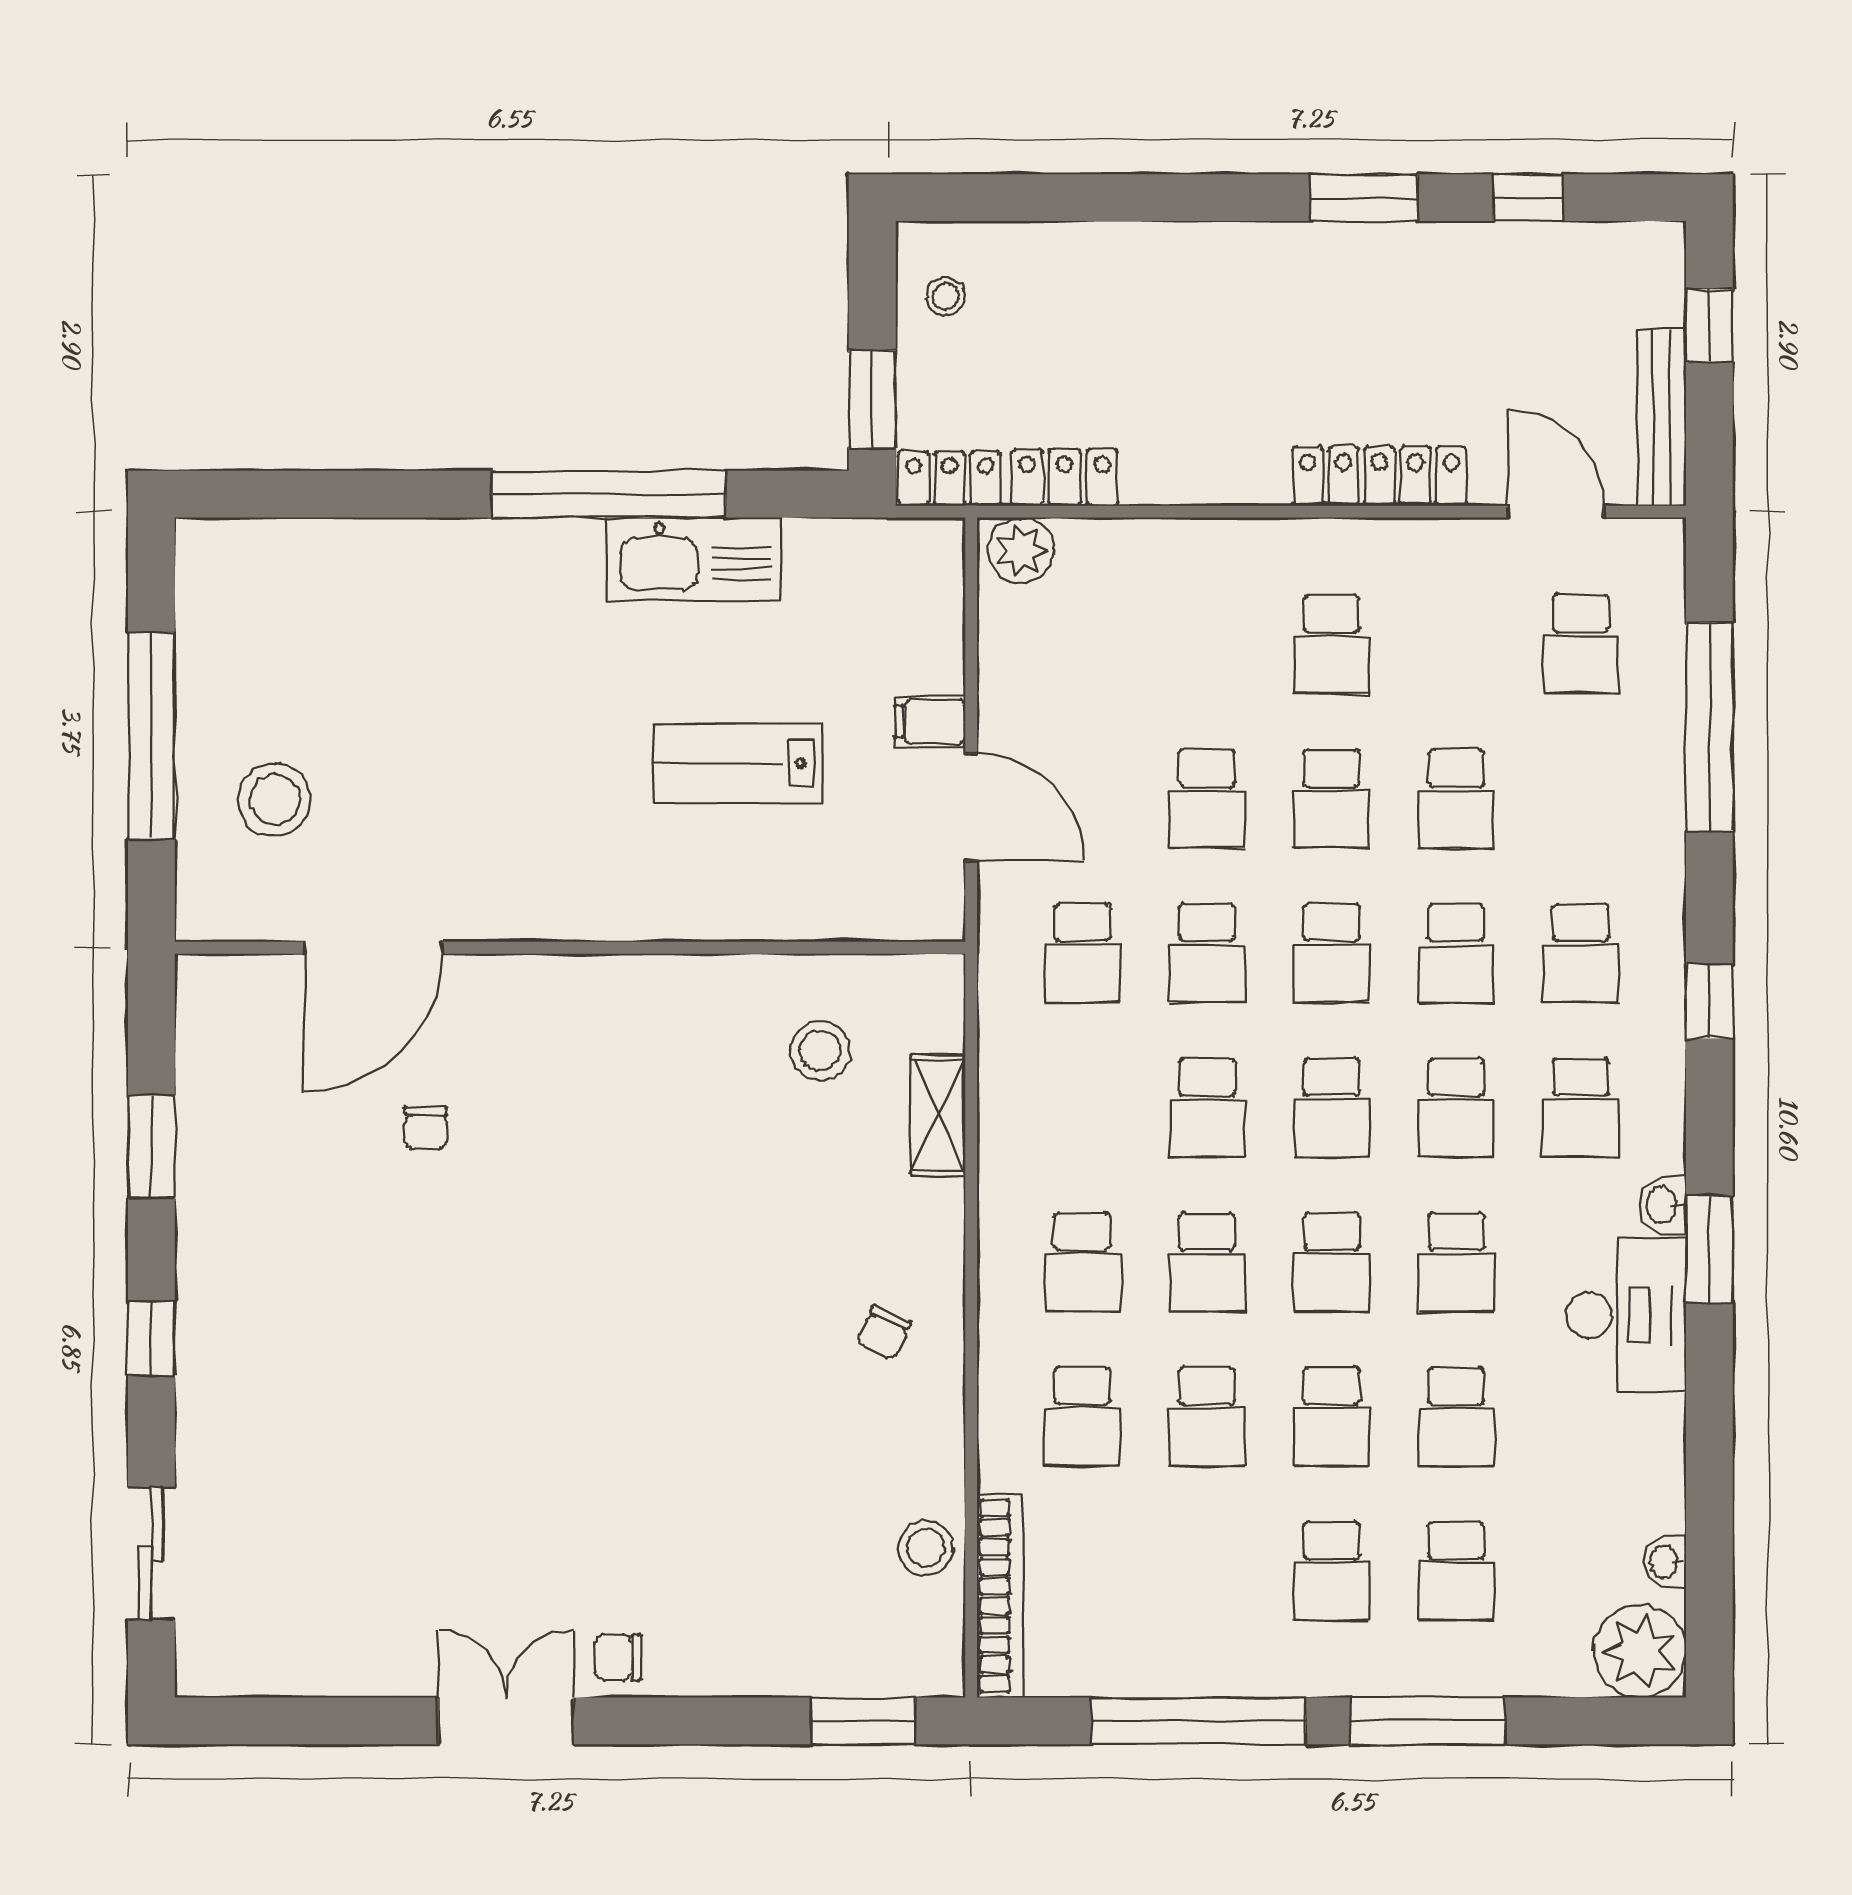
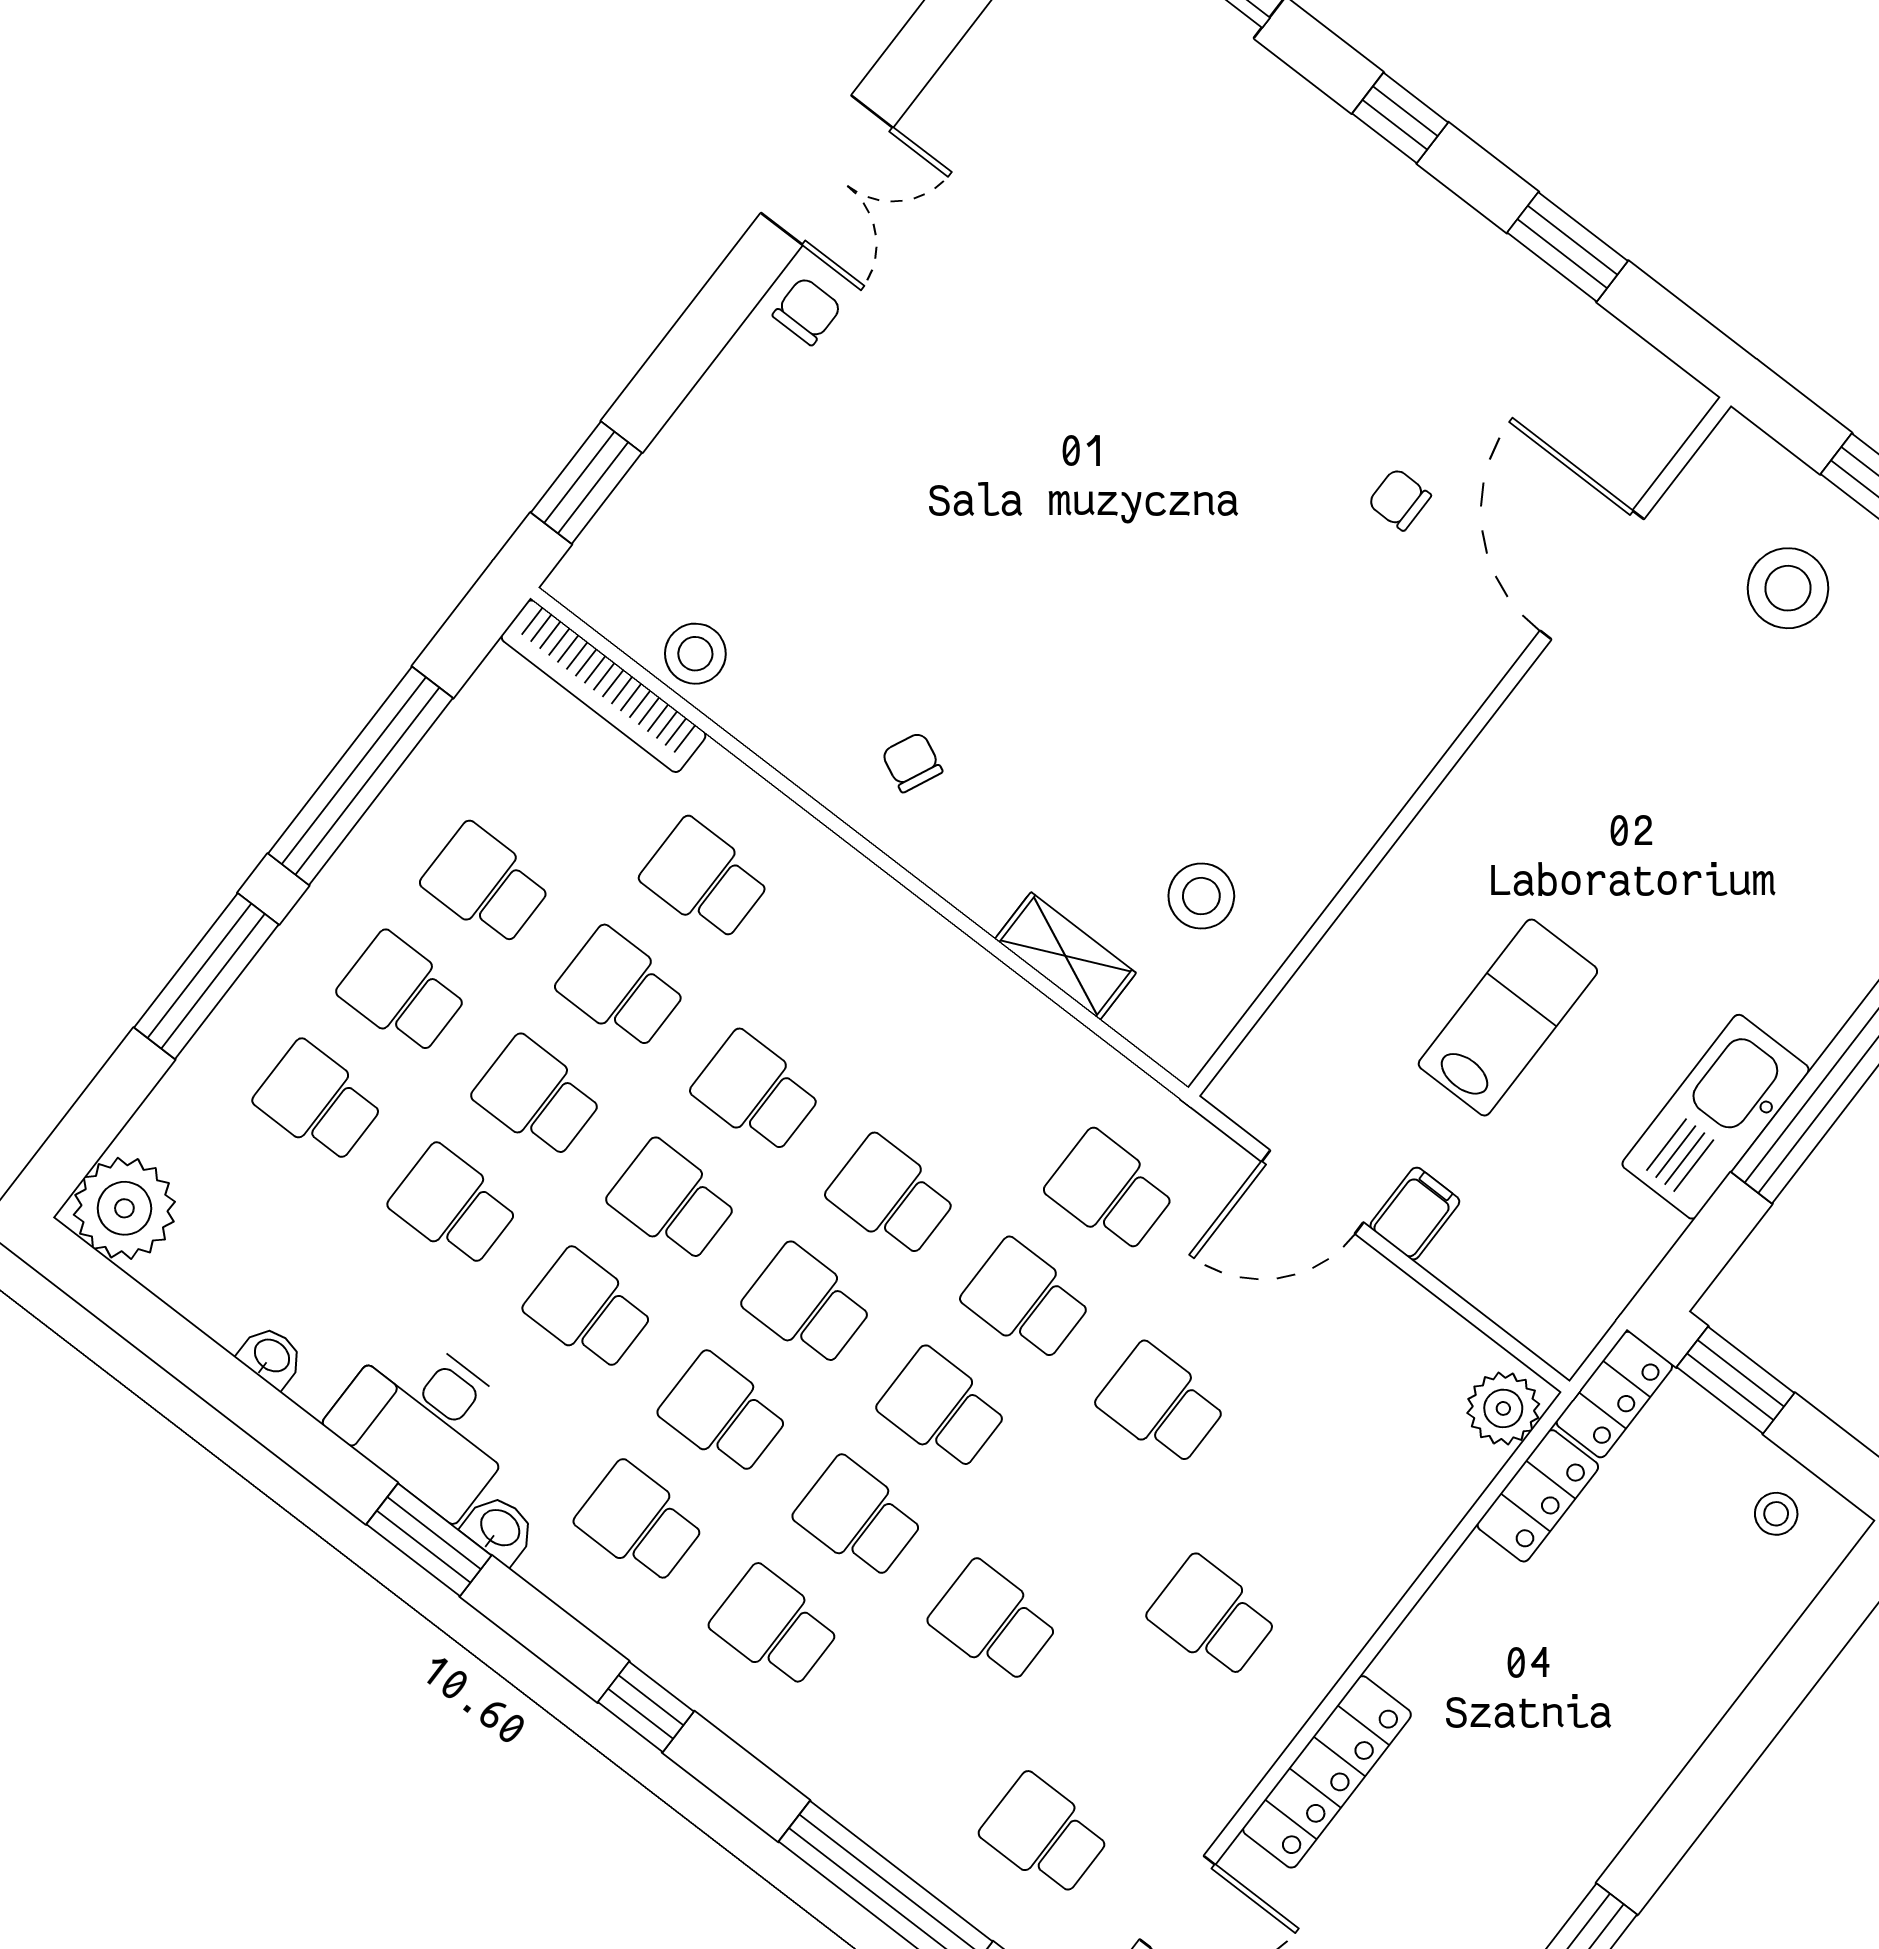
school desk: (1332, 799) -> (1077, 1513), removed
school desk: (1083, 1262) -> (486, 884), moved
washbasin: (1665, 1562) -> (271, 1357), moved

